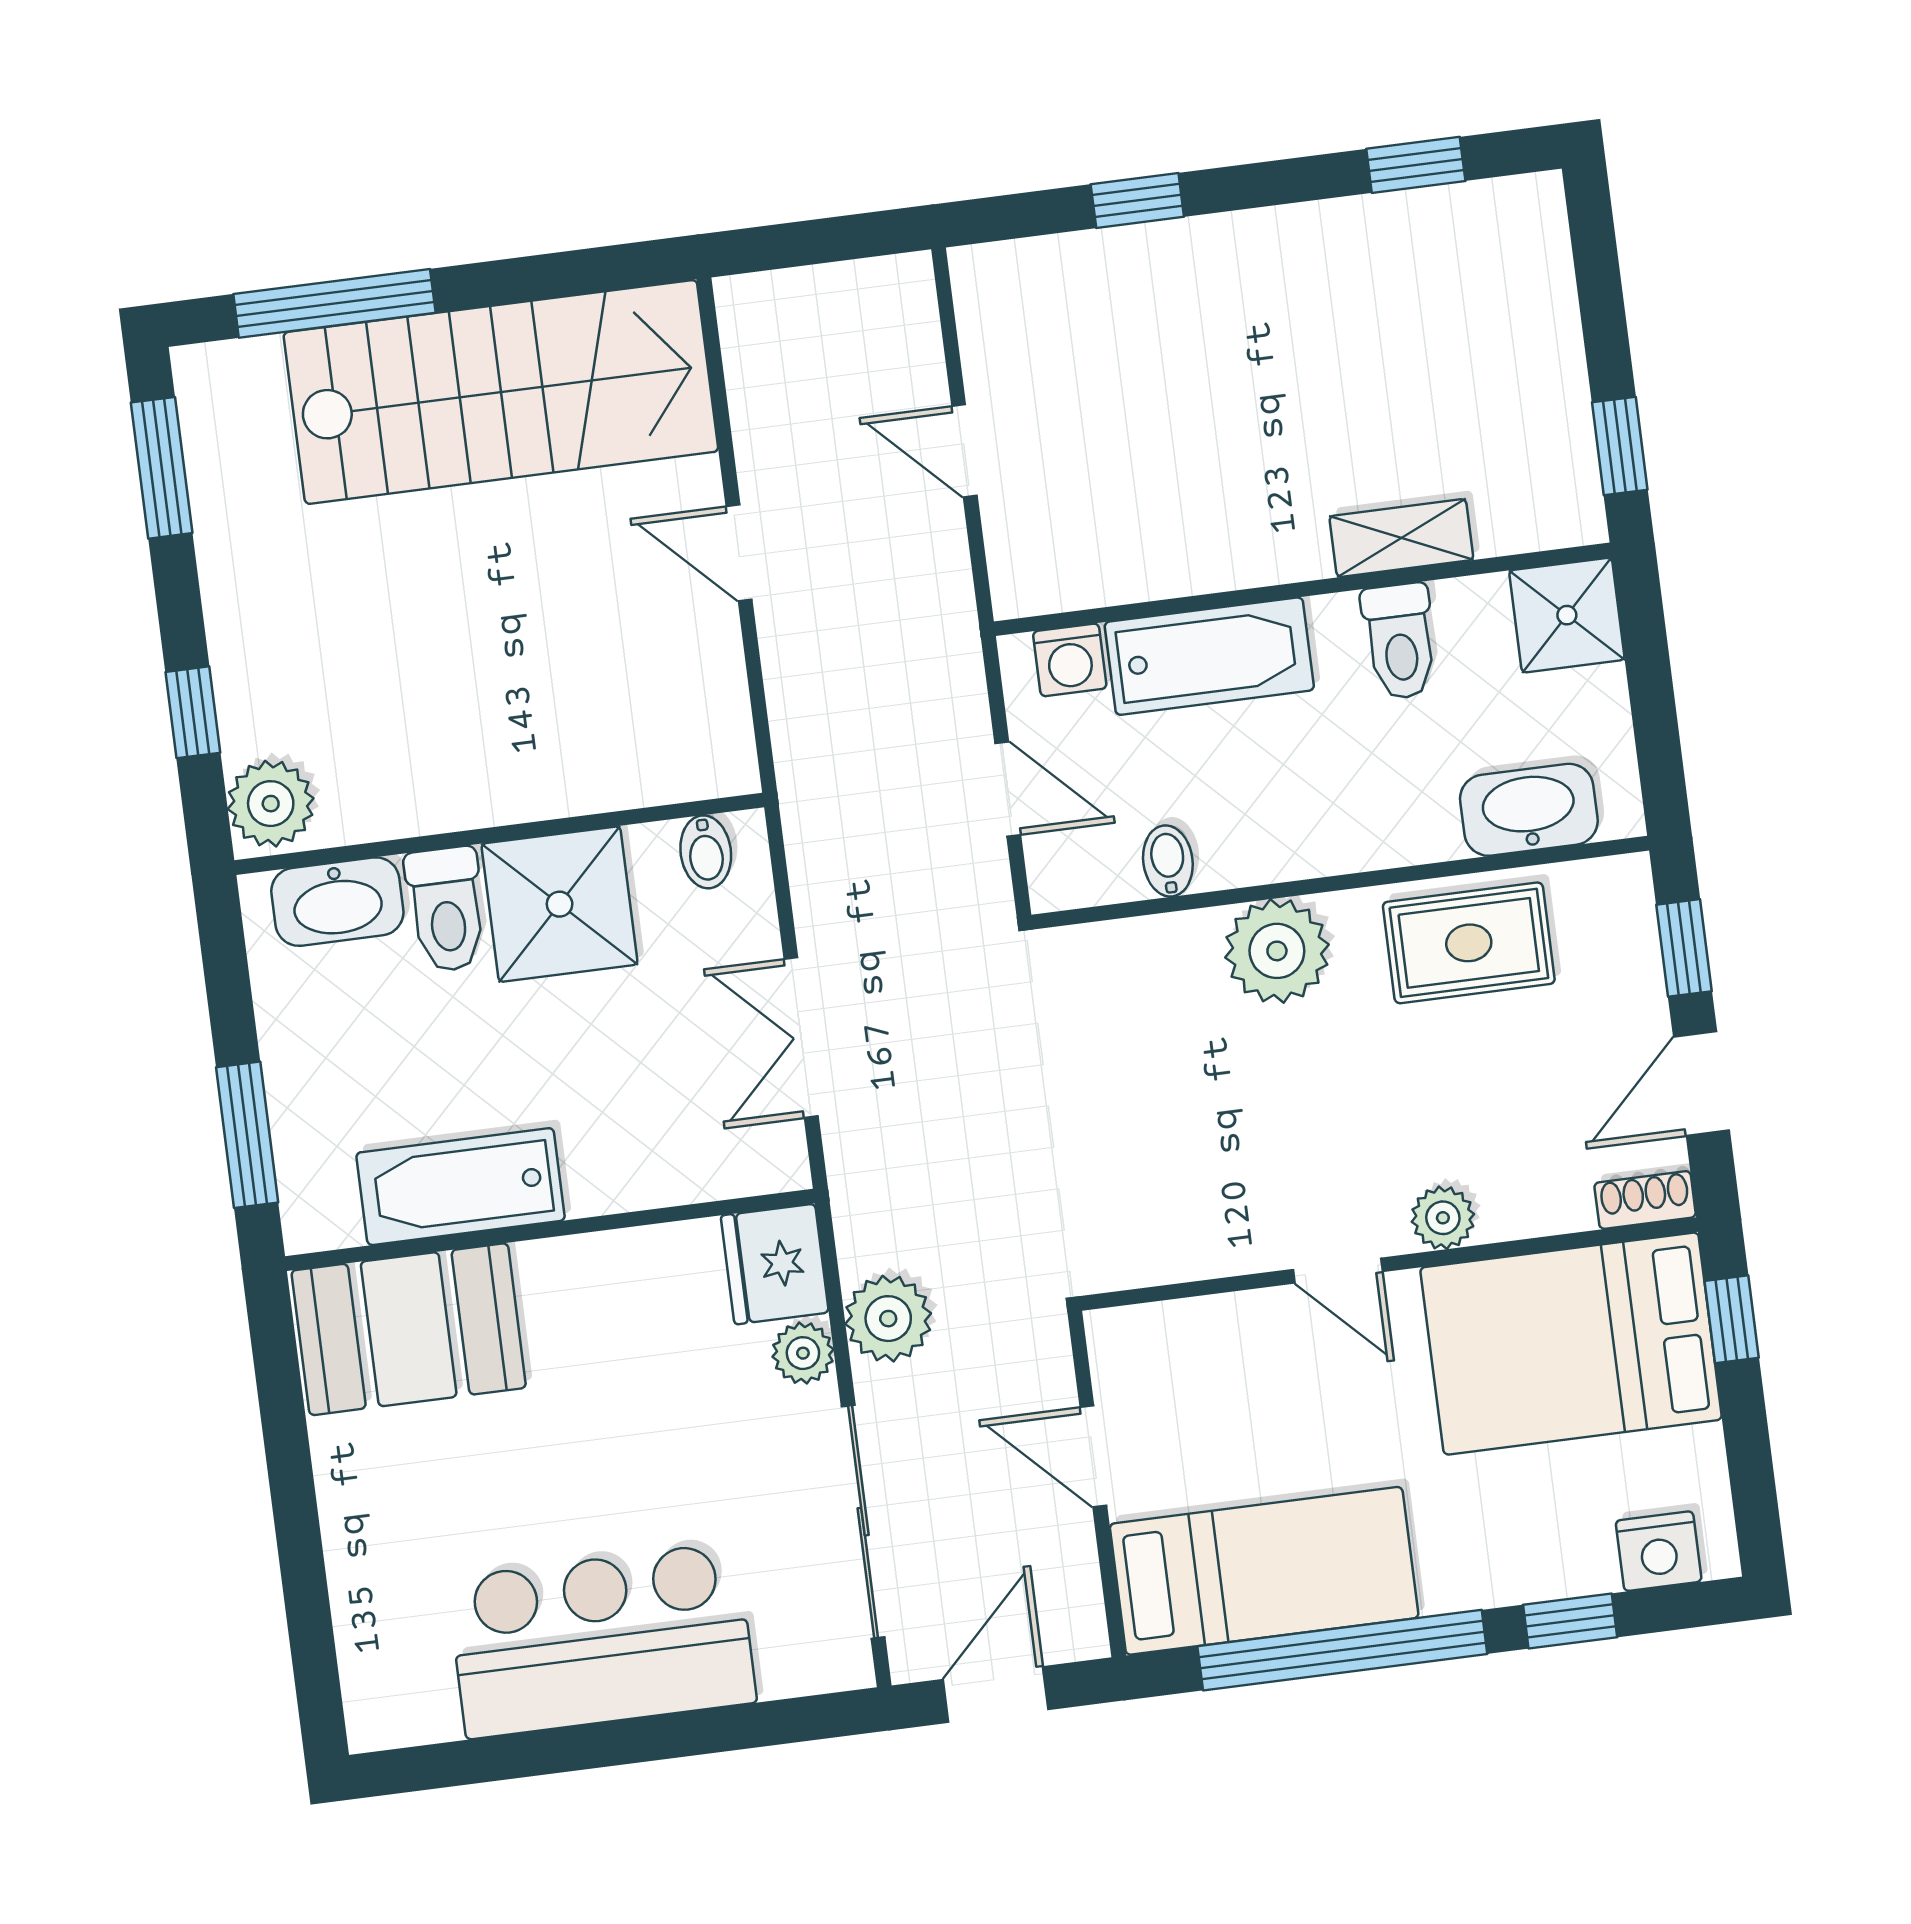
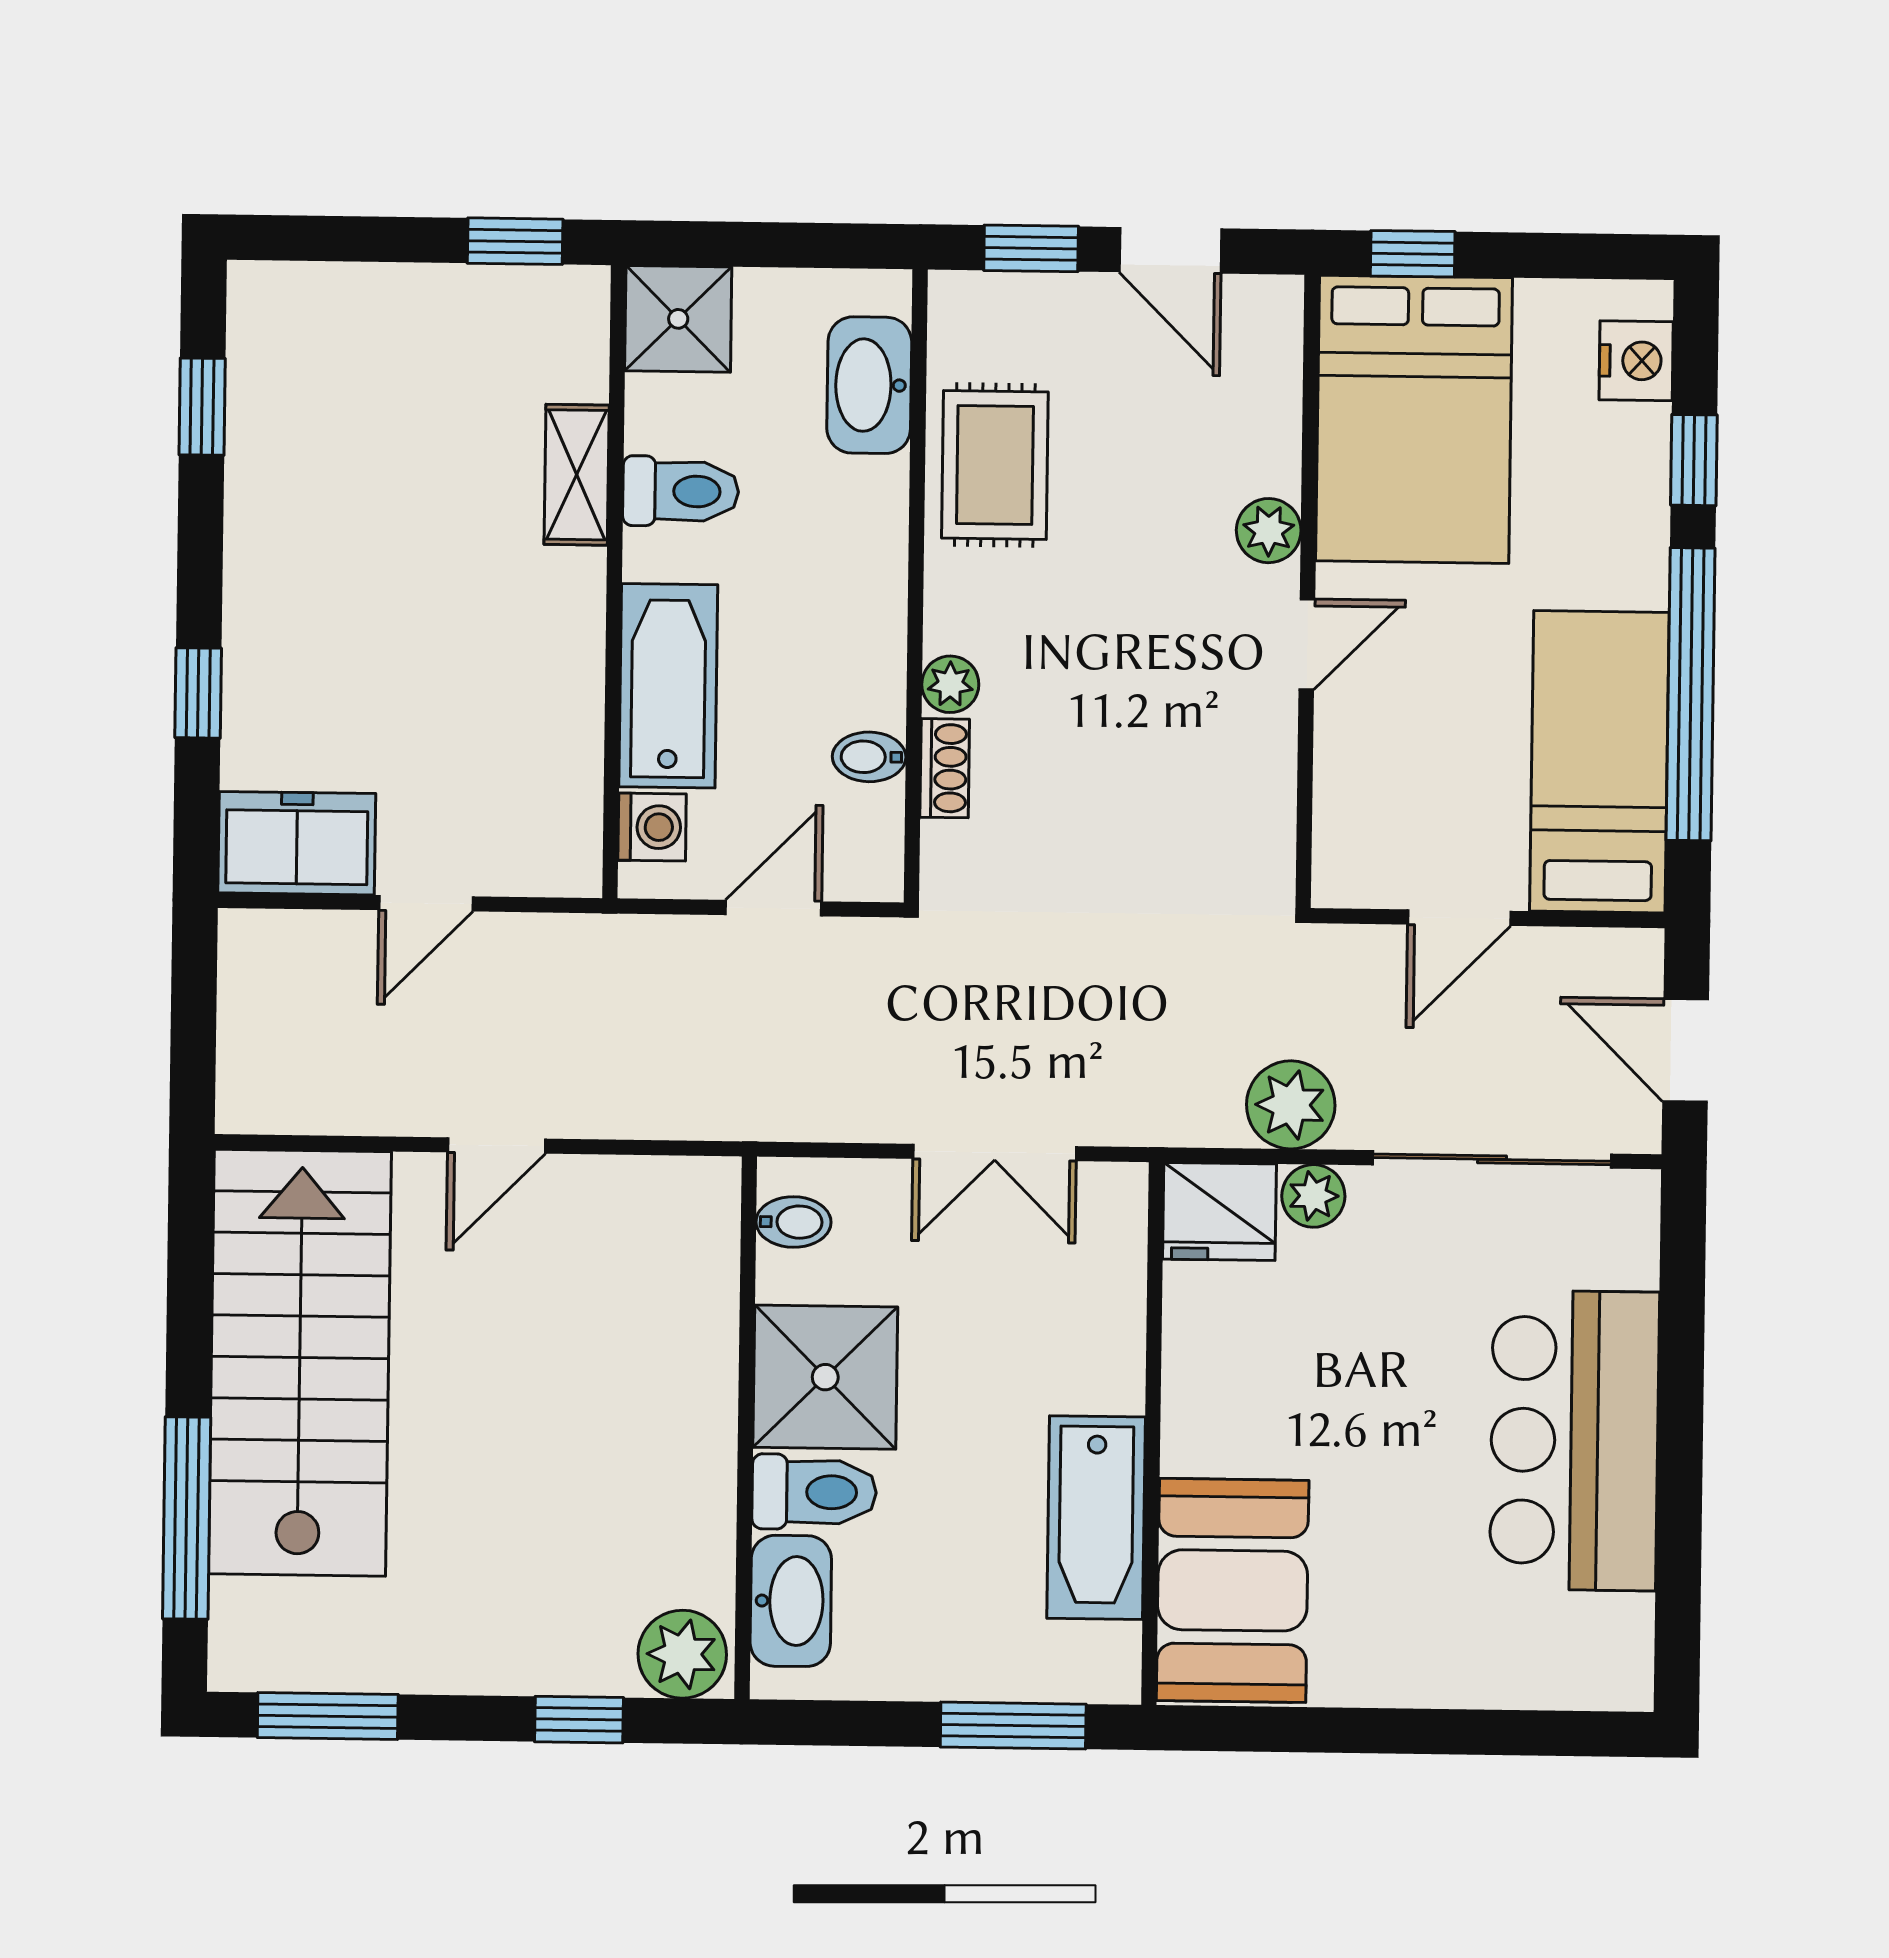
freezer: (1005, 317) -> (297, 843), added
plant: (1277, 951) -> (950, 684), width x0.53, depth x0.53
shoe rack: (1645, 1200) -> (945, 768), moved, turned 180

